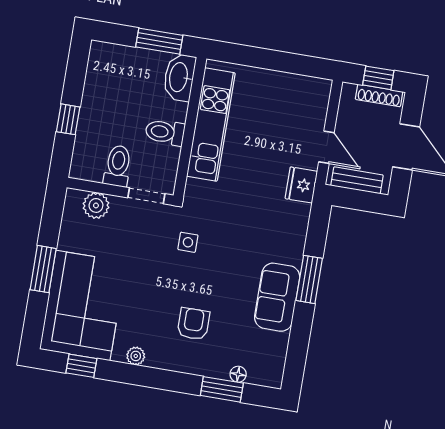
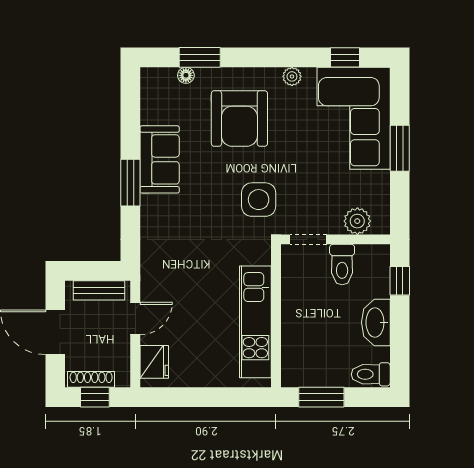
washbasin: (179, 77) -> (376, 322), moved, turned 180
window: (68, 119) -> (400, 281), moved
toilet: (165, 132) -> (371, 374), moved, turned 180
door: (326, 147) -> (135, 318), swing flipped
fridge: (301, 185) -> (154, 362), moved
side table: (188, 242) -> (259, 200), width x1.87, depth x1.87
armchair: (193, 324) -> (239, 118), width x1.88, depth x1.88

